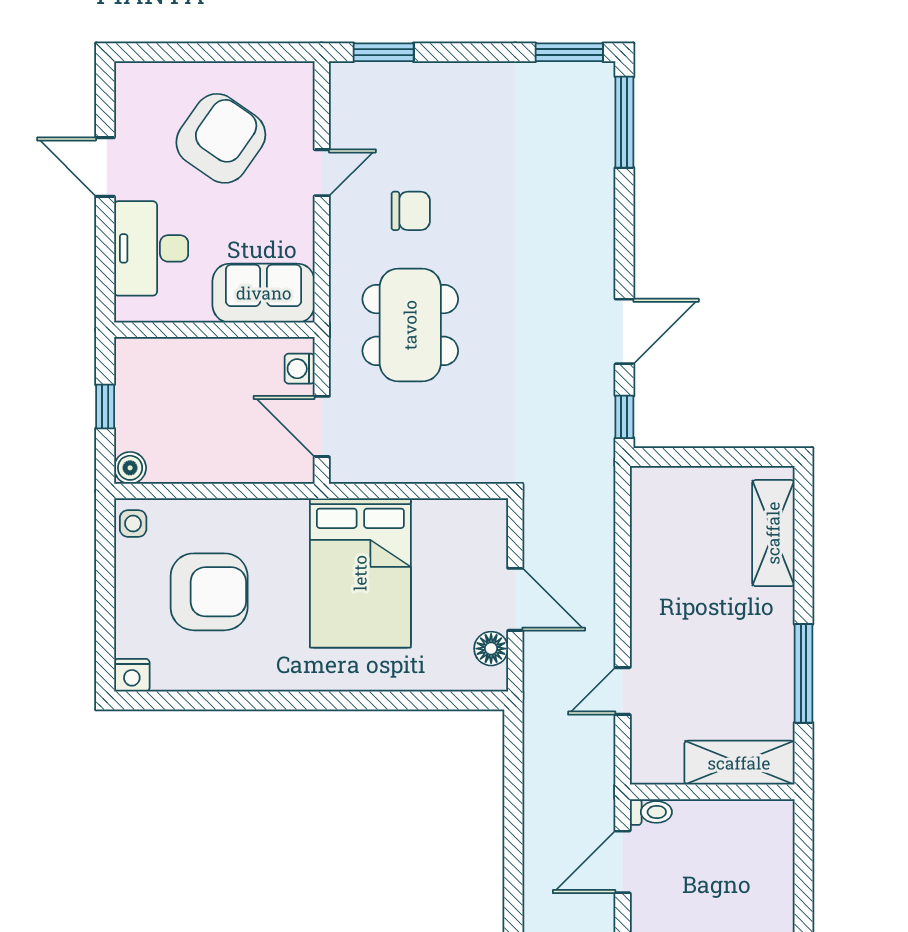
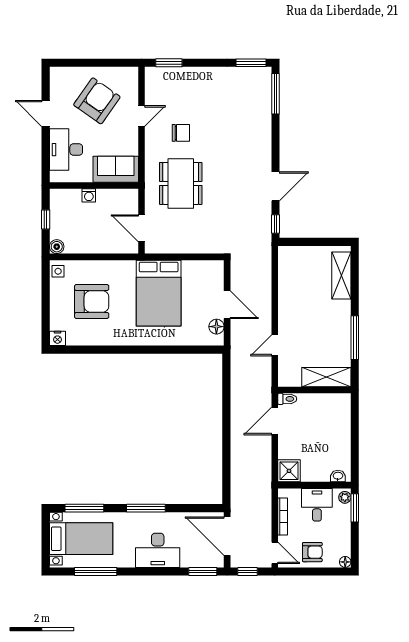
washing machine: (300, 369) -> (89, 195), moved, turned -90

